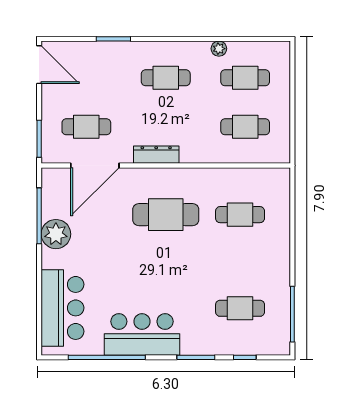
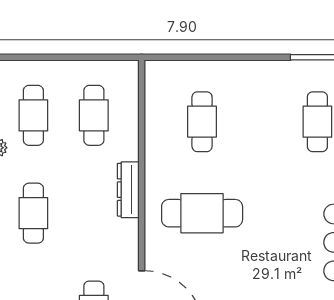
dresser: (156, 155) -> (128, 190), moved
cafe table: (166, 215) -> (202, 213), turned 90

